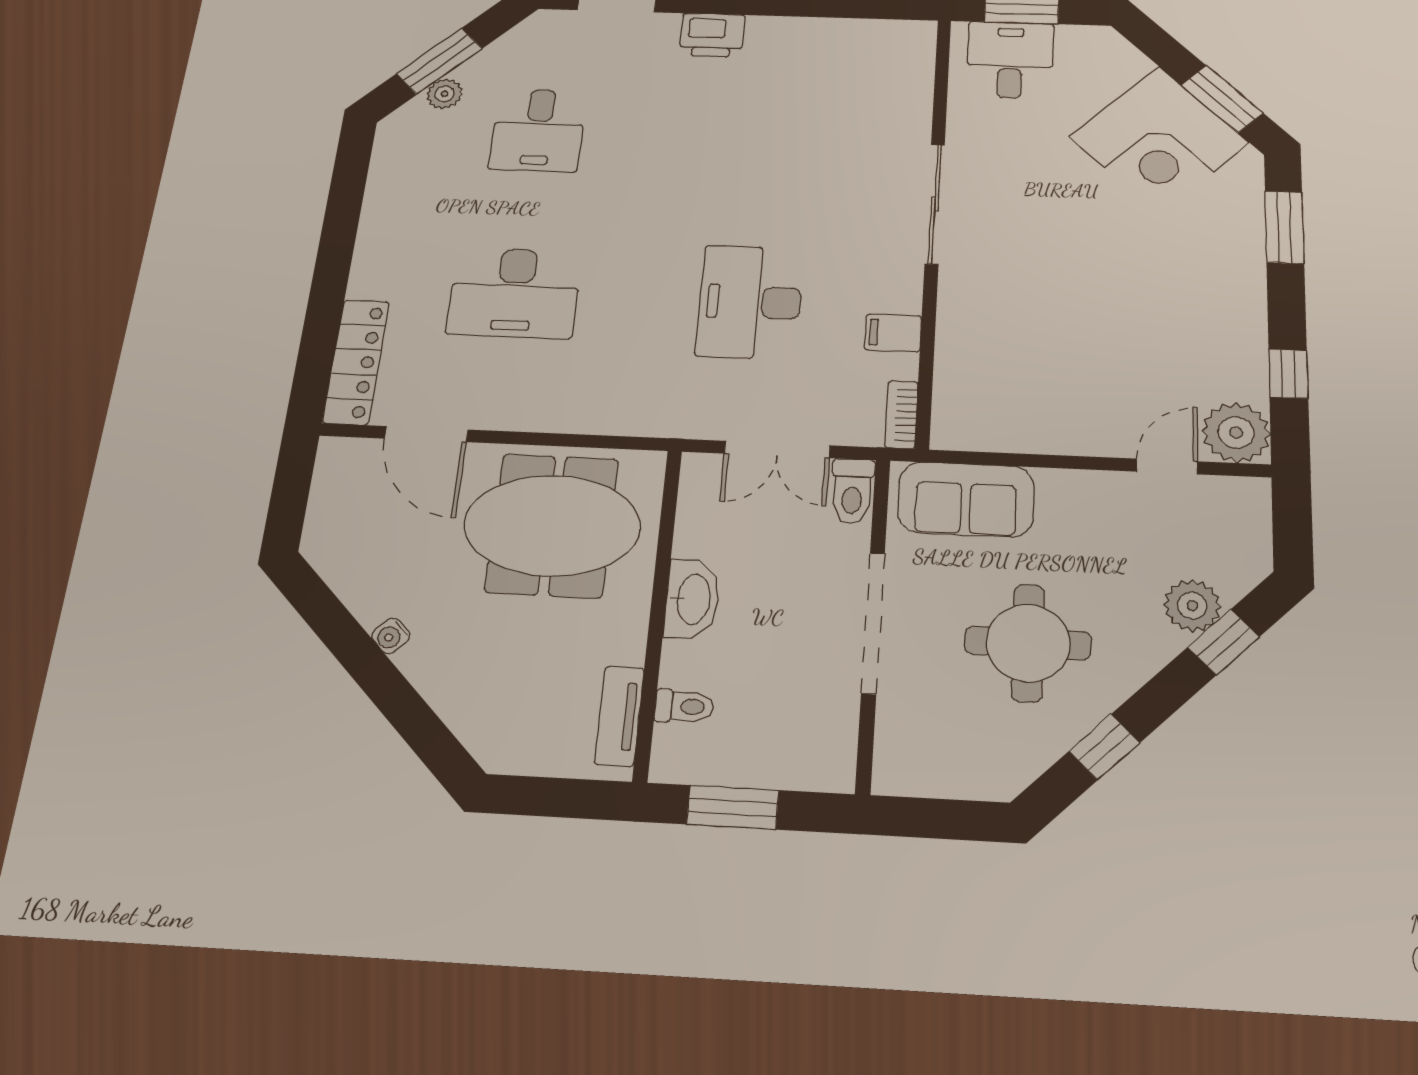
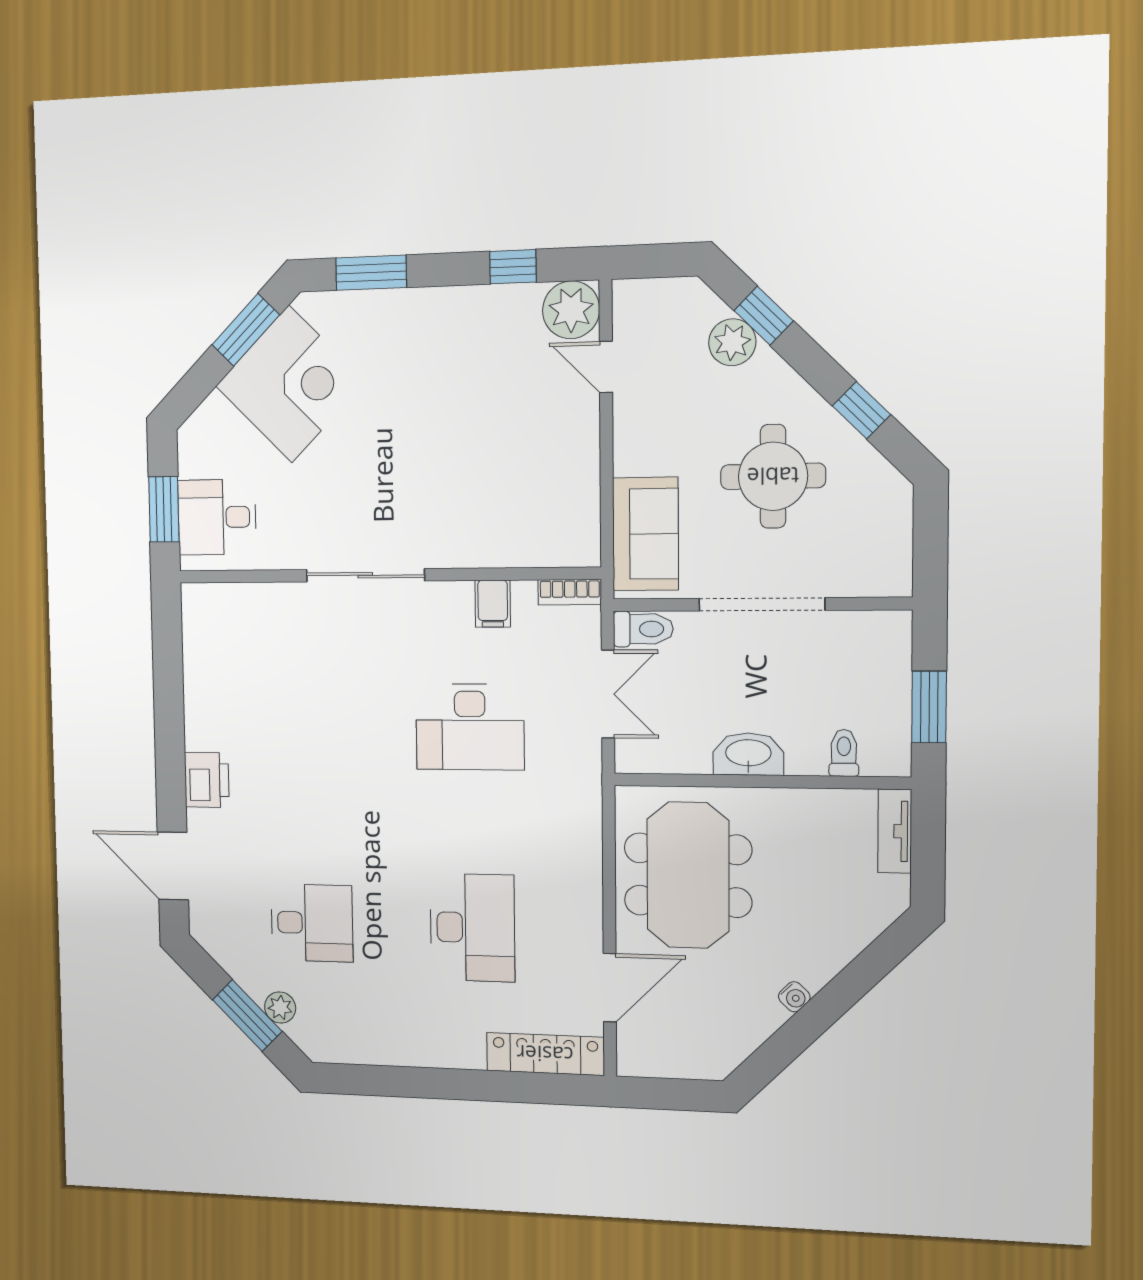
tv unit: (619, 716) -> (895, 831), moved, turned 90

